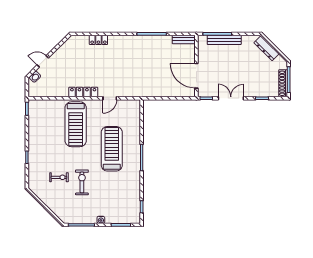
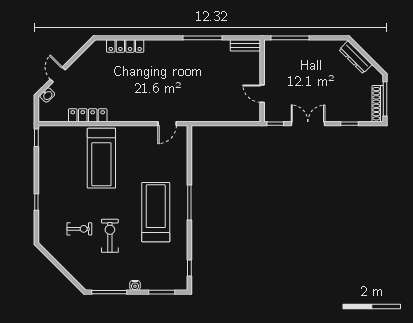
locker: (98, 40) -> (125, 46), width x1.53
bench: (224, 40) -> (299, 46), removed
door: (43, 61) -> (58, 75), hinge flipped
door: (196, 76) -> (262, 94), width x0.53
locker: (83, 92) -> (88, 115), moved
door: (110, 98) -> (167, 124), moved
treadmill: (112, 149) -> (156, 212), moved

